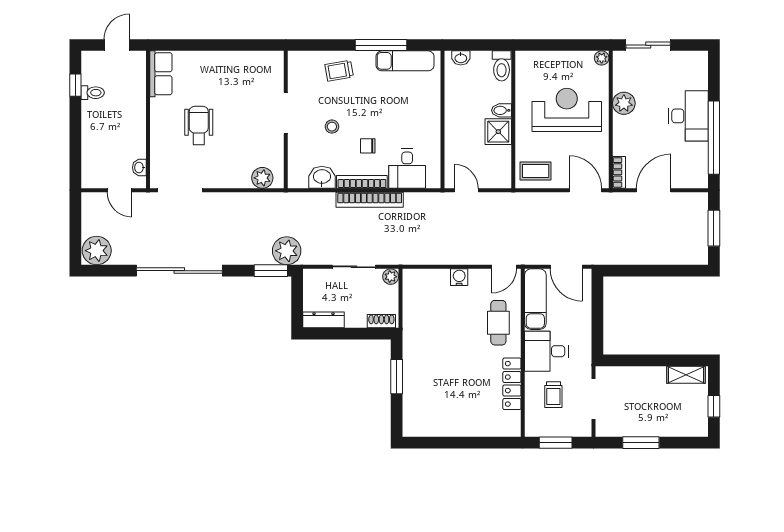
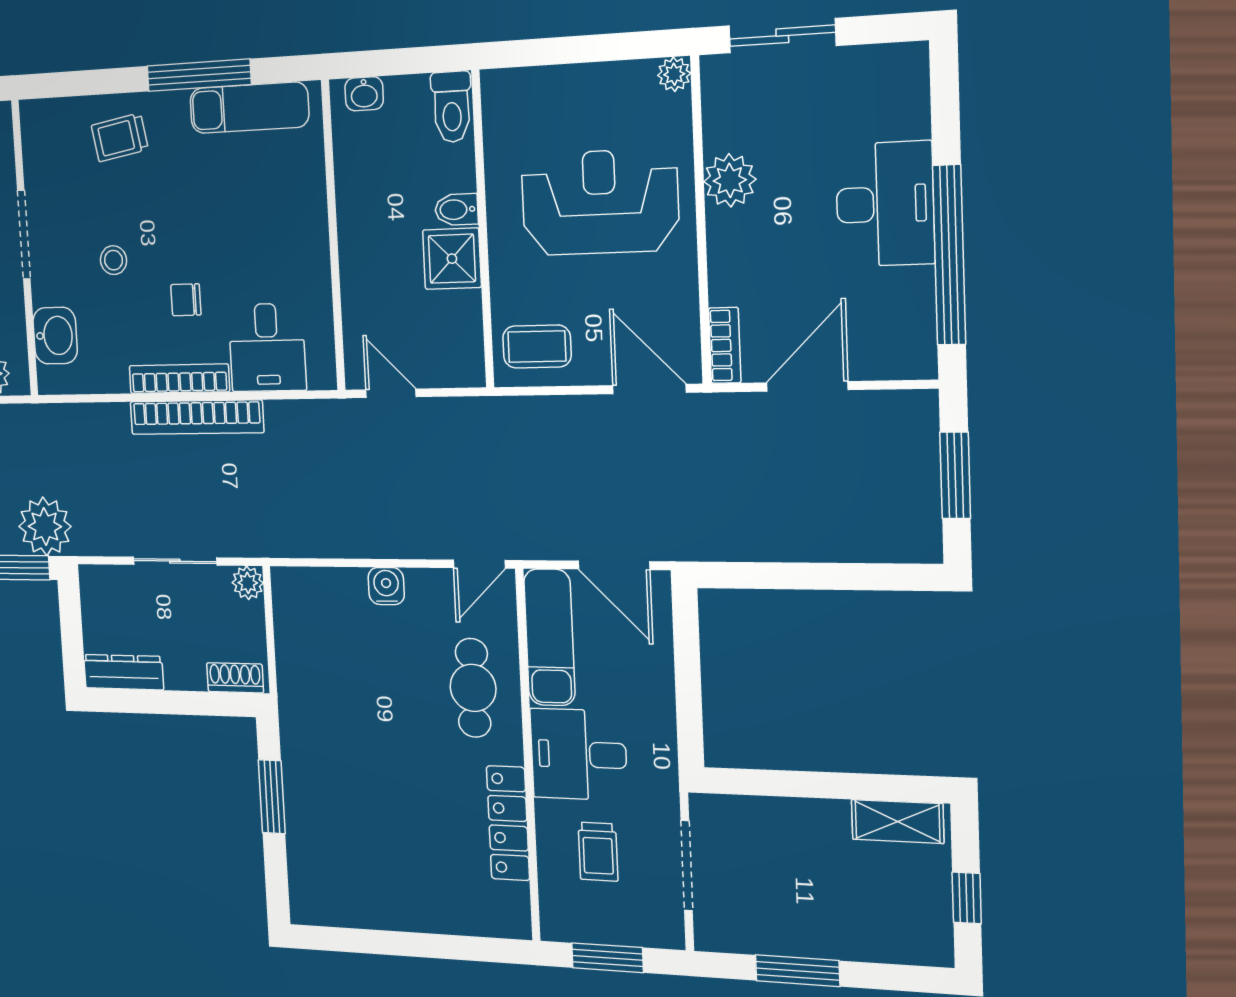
washbasin: (322, 177) -> (55, 336), moved, turned 90

